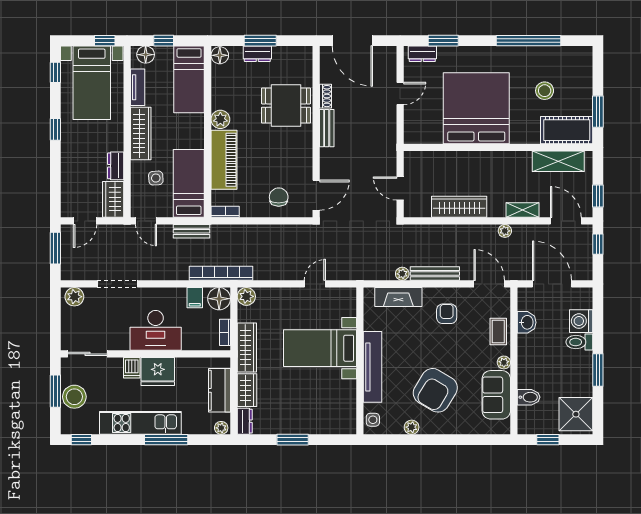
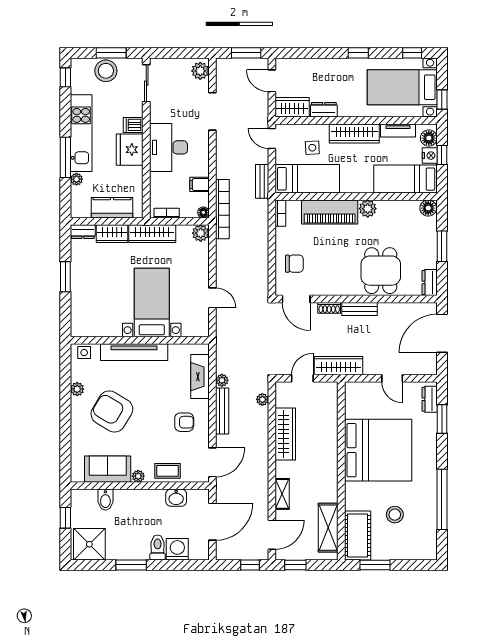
nightstand: (164, 54) -> (430, 156), added
dresser: (257, 54) -> (430, 283), moved
shoe rack: (325, 96) -> (329, 308), moved
wardrobe: (387, 150) -> (339, 366), added
door: (146, 221) -> (272, 139), hinge flipped
plant: (505, 231) -> (262, 399), moved
floor lamp: (219, 299) -> (203, 212), width x0.53, depth x0.53
plant: (221, 428) -> (76, 179), moved

